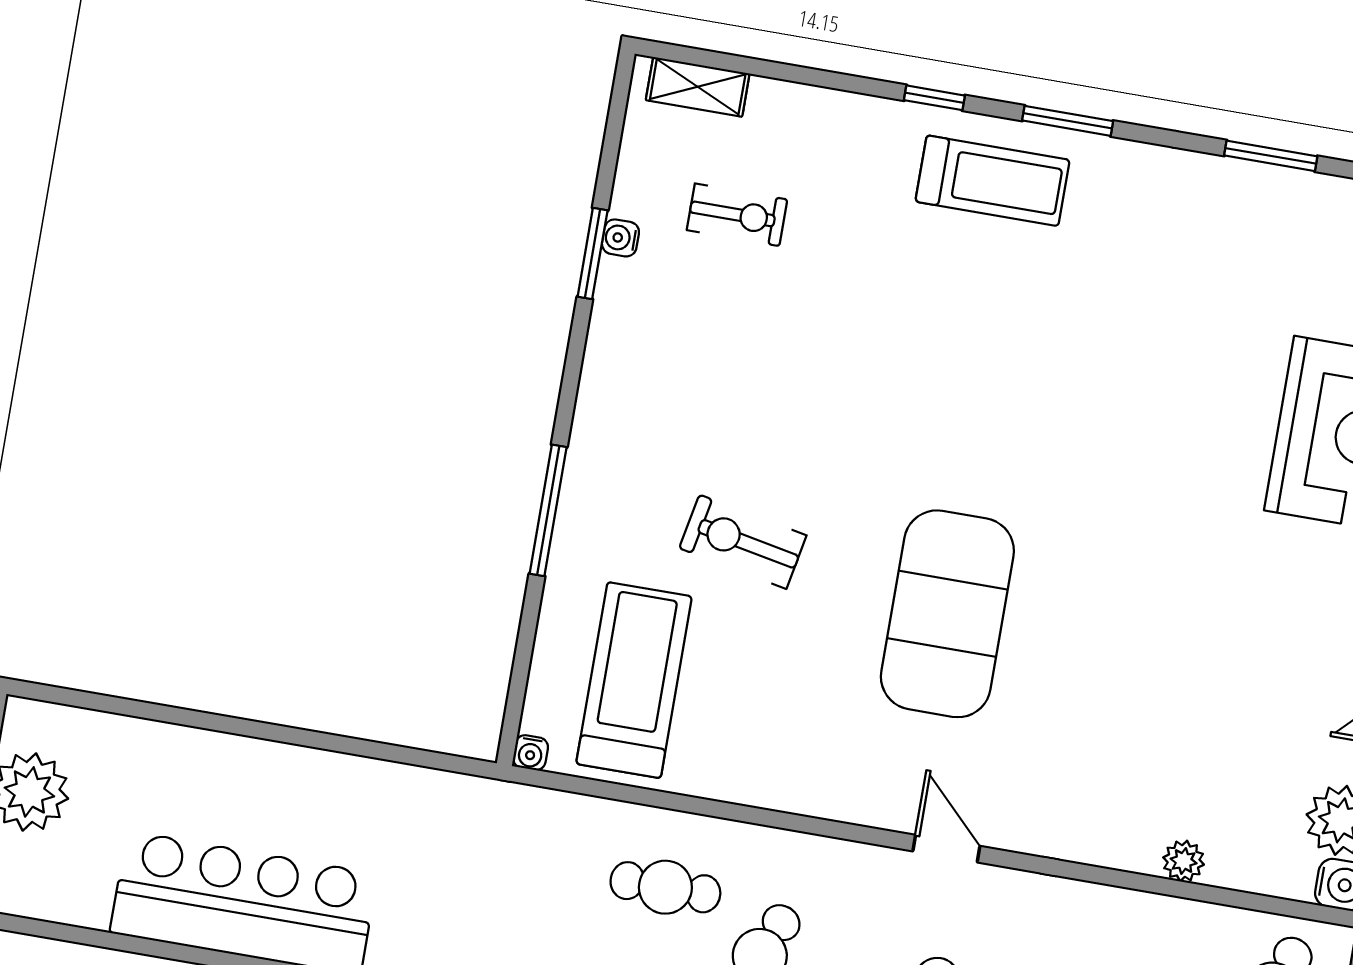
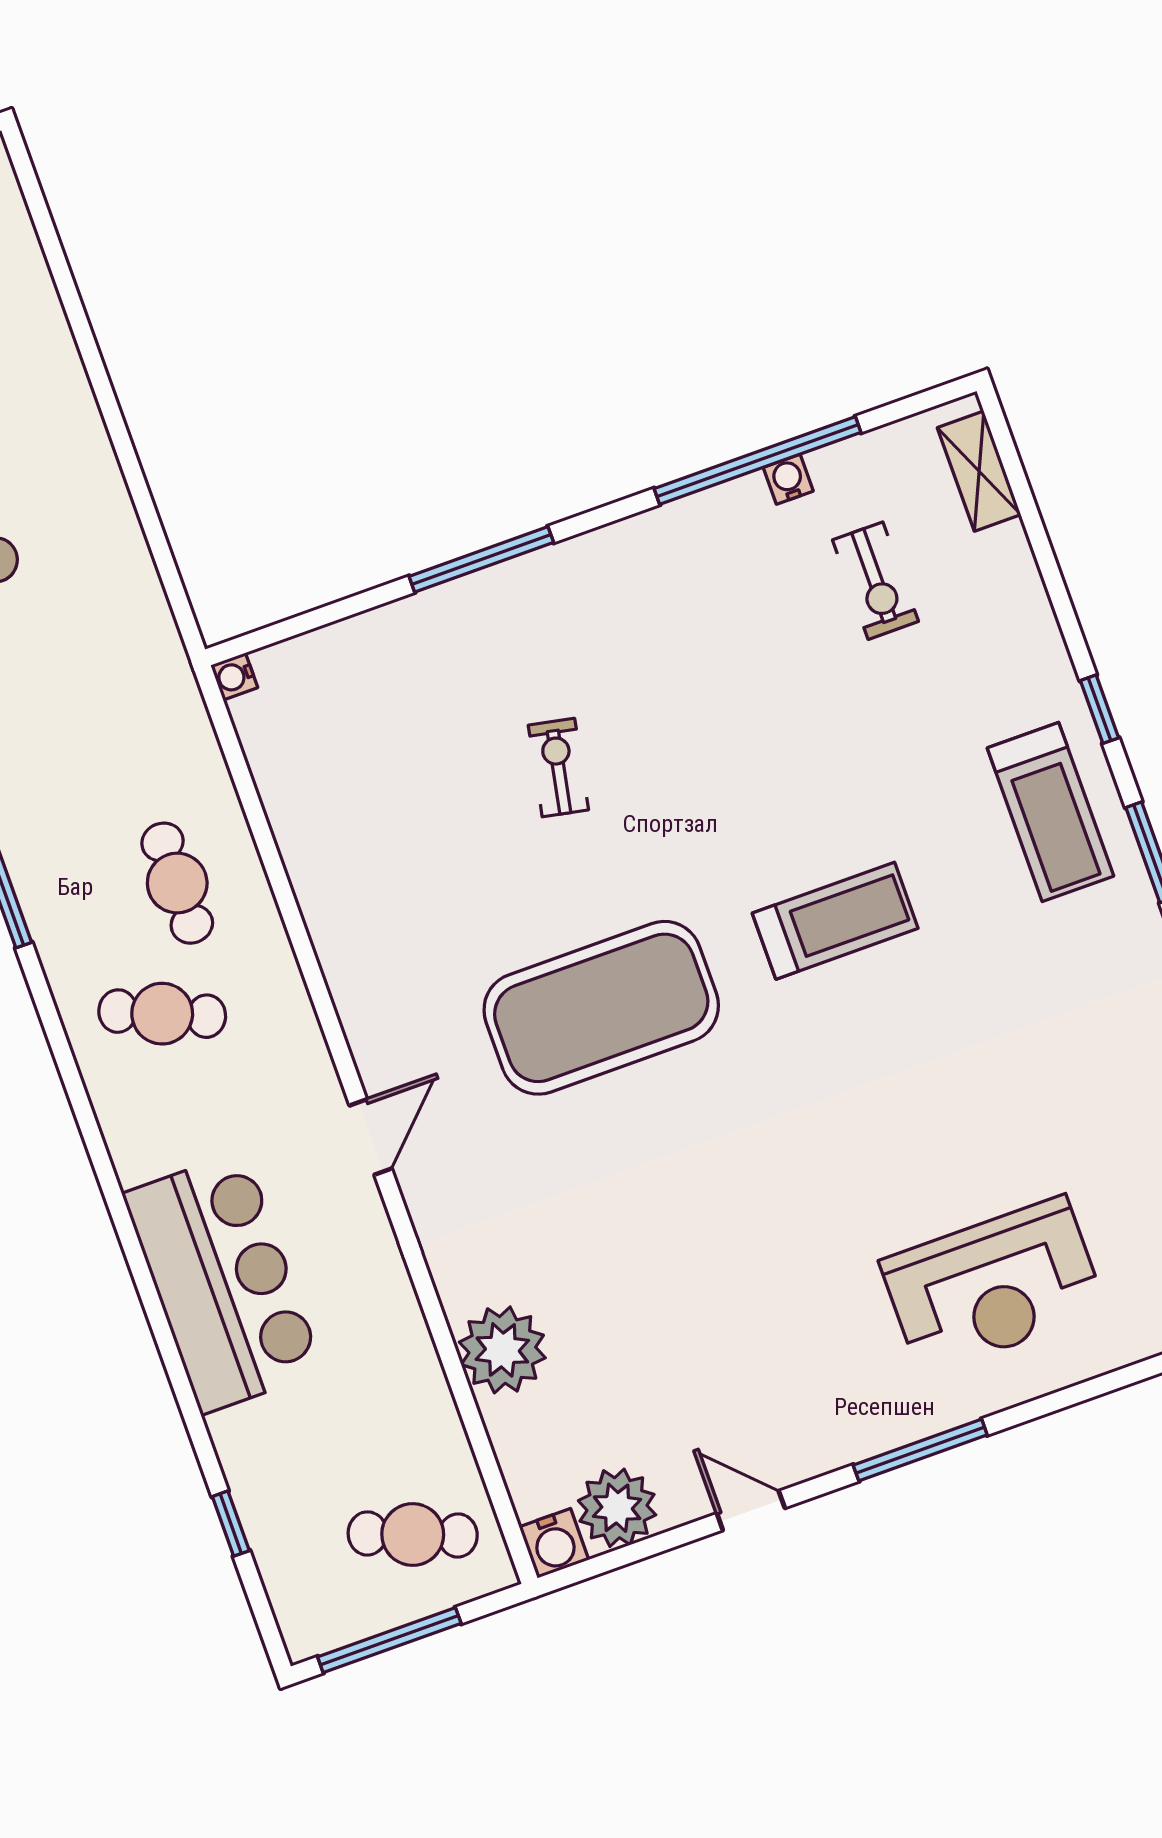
window: (593, 254) -> (757, 461), width x2.11
exercise bike: (743, 542) -> (558, 768), width x0.73, depth x0.72
treadmill: (634, 680) -> (835, 921), moved, width x0.73, depth x0.73
plant: (1184, 861) -> (502, 1350), width x1.87, depth x1.87

